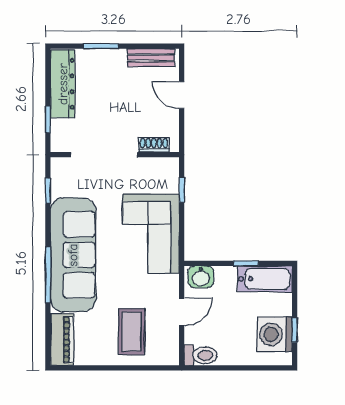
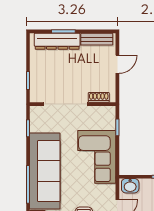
dresser: (63, 84) -> (57, 41), moved, turned 90
door: (182, 95) -> (117, 64), swing flipped

